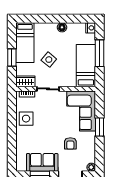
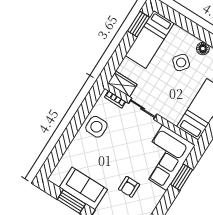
window: (12, 57) -> (138, 24), moved
side table: (49, 60) -> (181, 62), moved
window: (99, 127) -> (182, 177), moved

